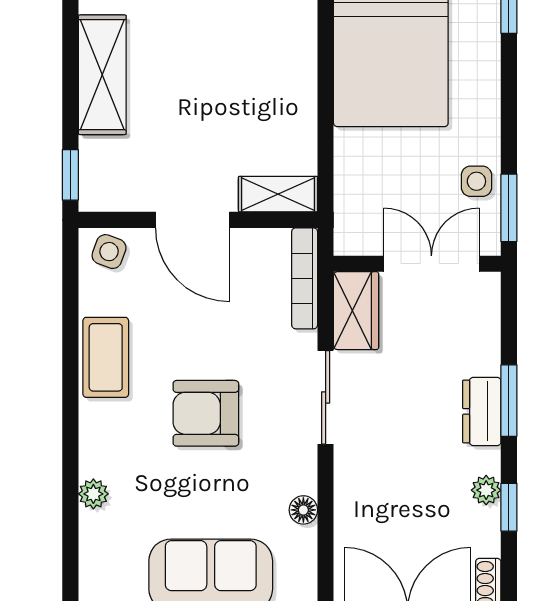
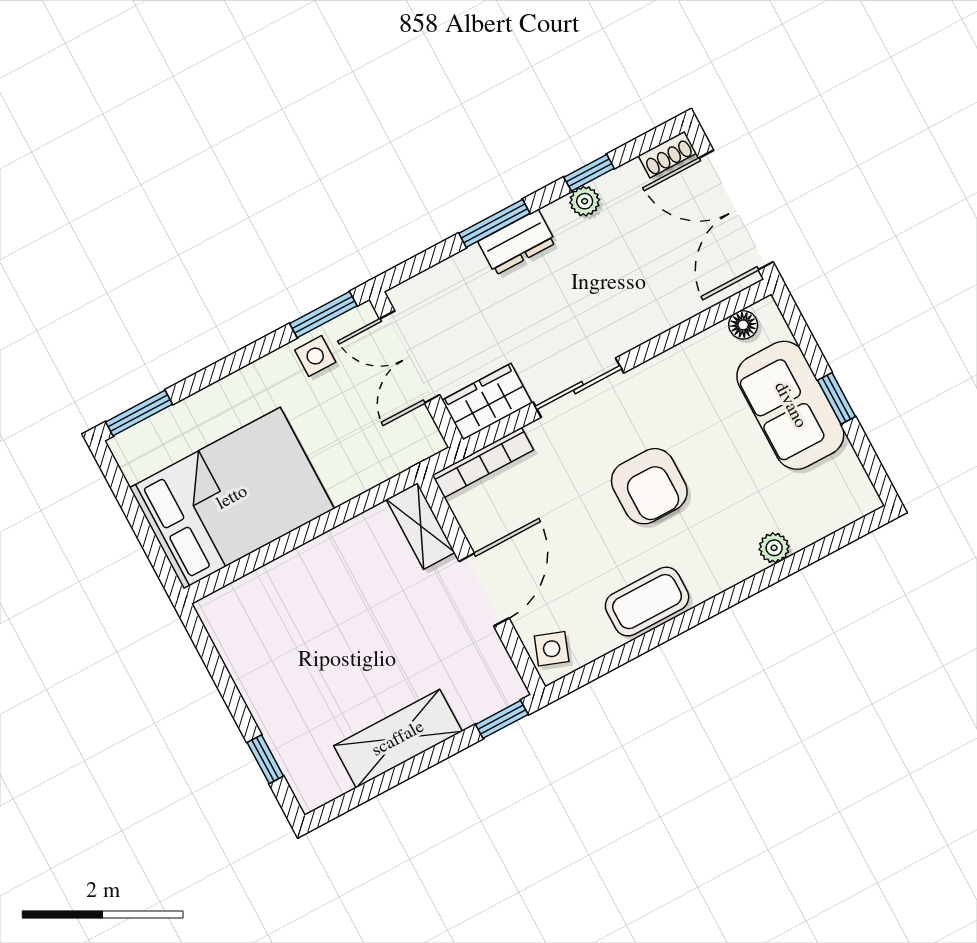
floor lamp: (303, 510) -> (743, 325), moved

